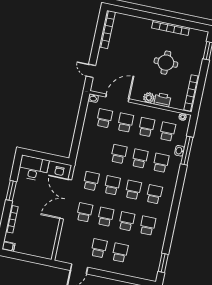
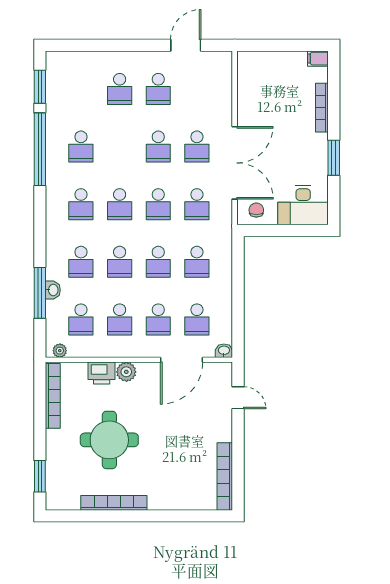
round table: (166, 63) -> (109, 440), width x1.36, depth x1.36
school desk: (127, 221) -> (197, 262), moved
window: (170, 229) -> (40, 149), added

